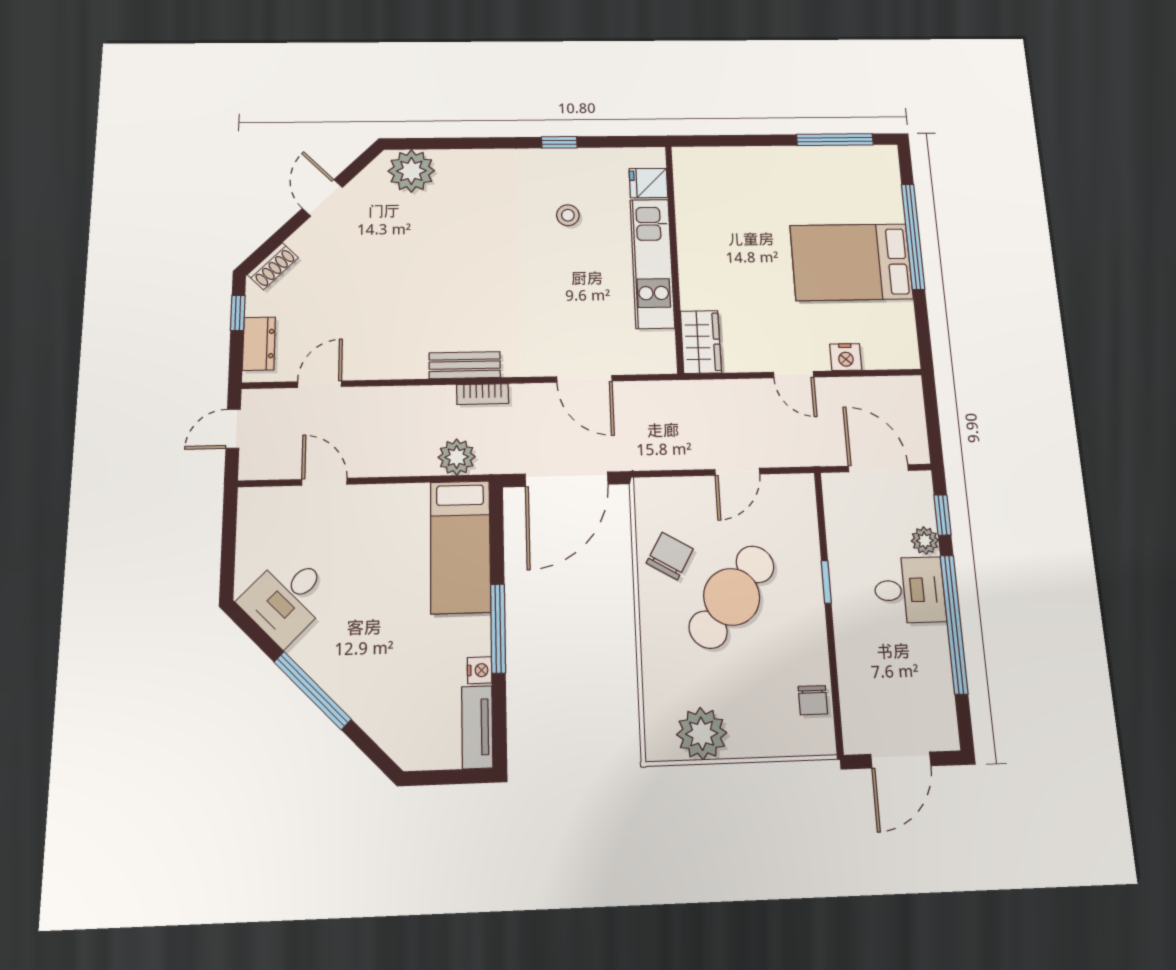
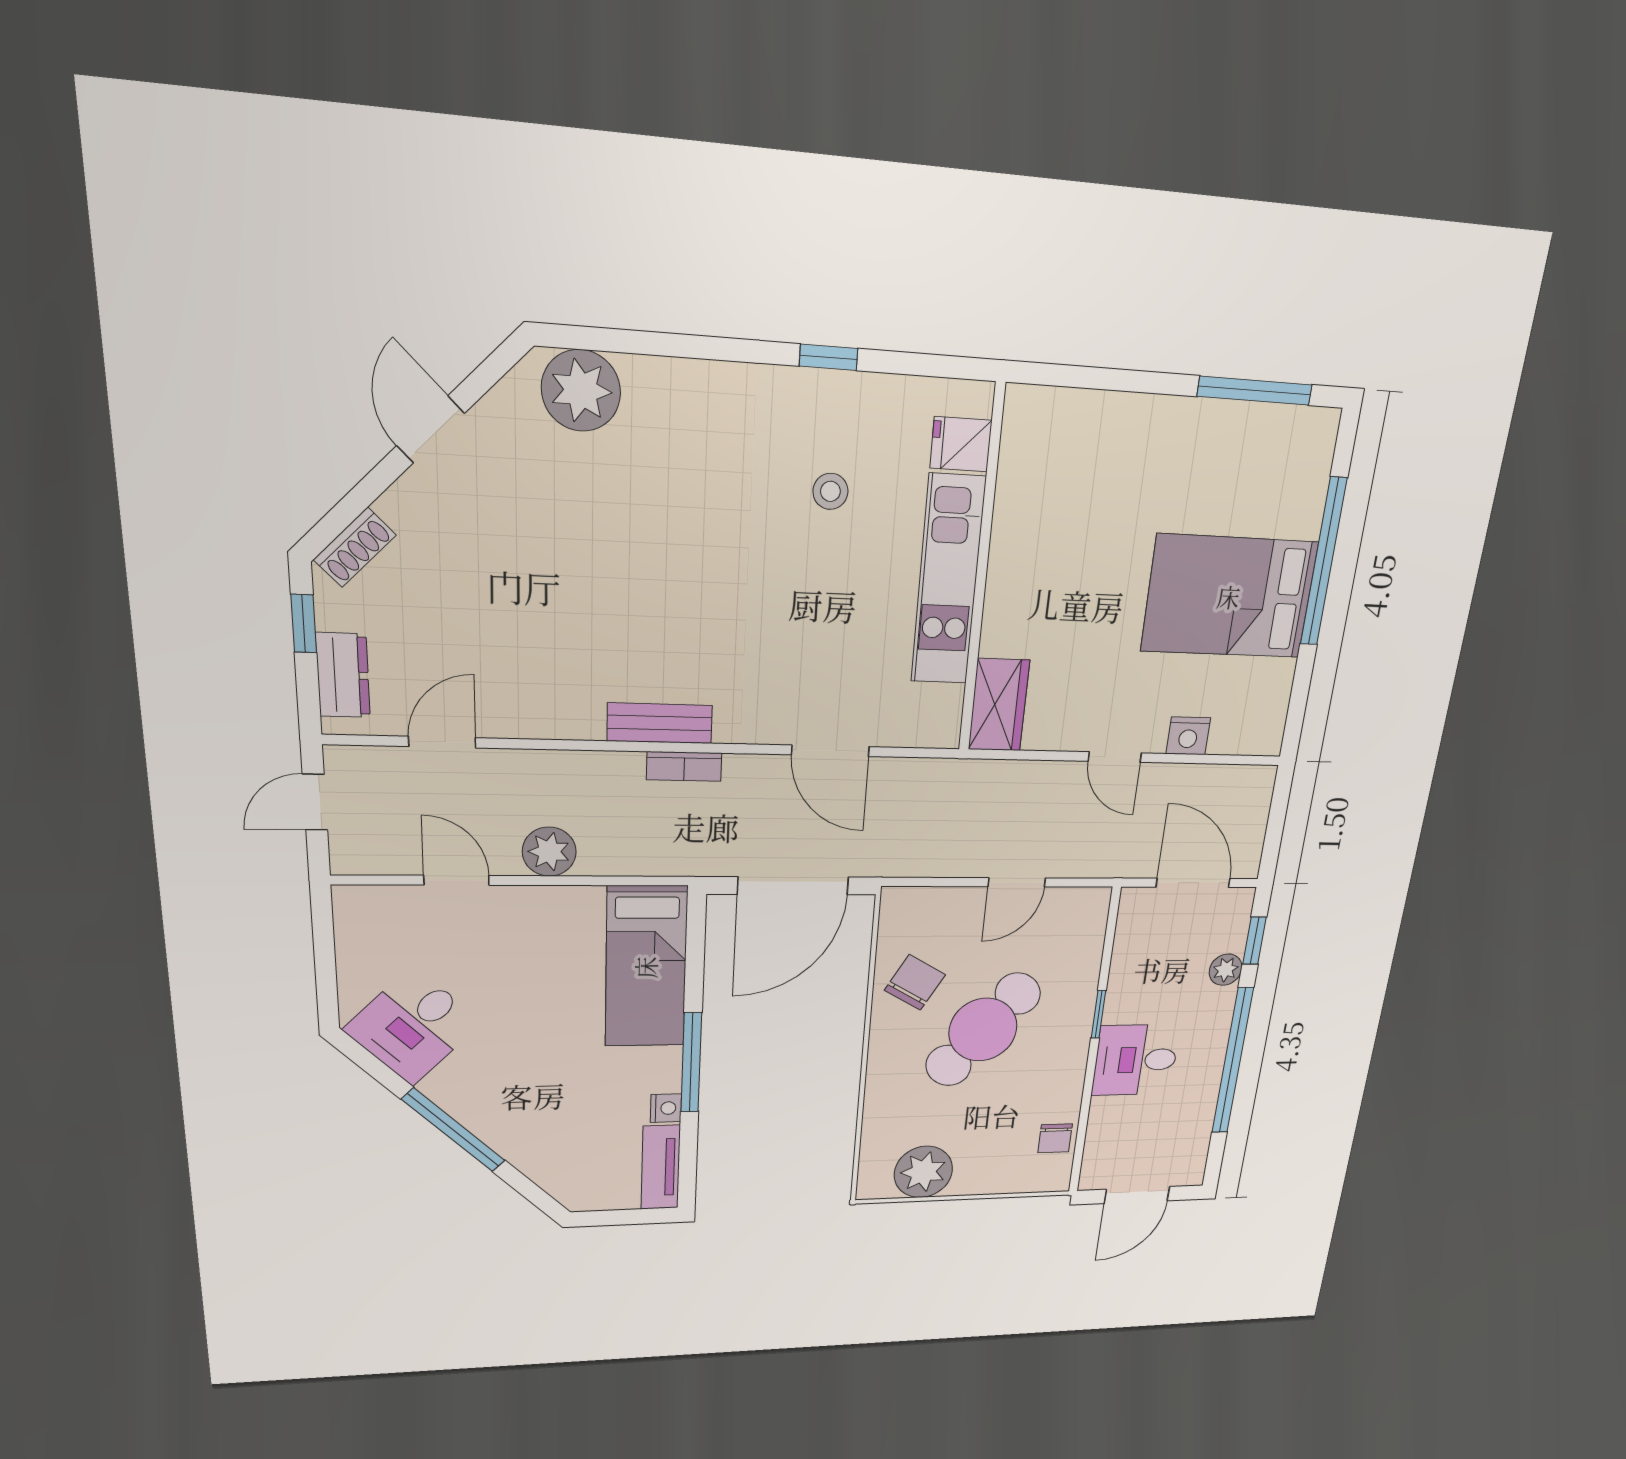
plant: (457, 457) -> (549, 852), moved
desk: (909, 590) -> (1136, 1060), moved, turned 180

